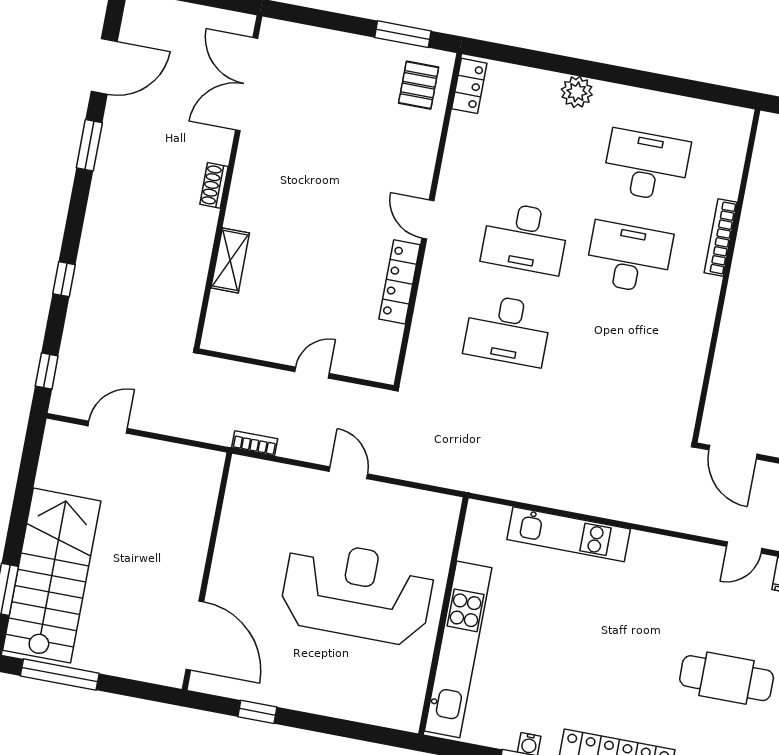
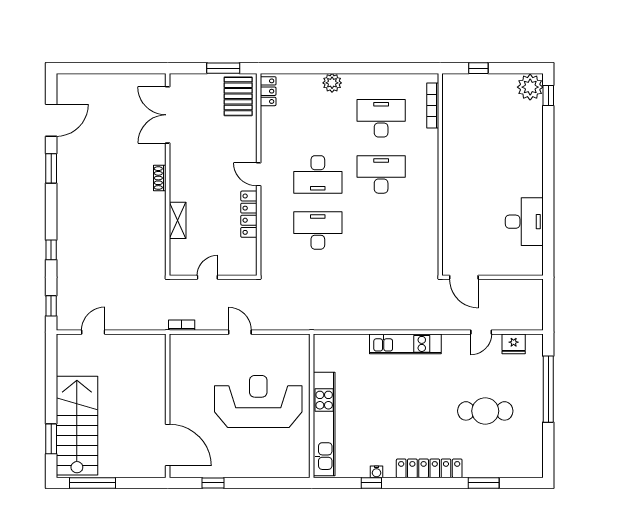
double door: (247, 84) -> (168, 115), moved
pallet: (419, 85) -> (238, 96), width x1.50, depth x1.42
wall: (228, 182) -> (168, 174), moved
shoe rack: (214, 185) -> (160, 178), moved
bookcase: (721, 238) -> (433, 105), moved
shelving: (230, 260) -> (178, 220), moved
desk: (508, 330) -> (318, 231), turned 180
kitchen unit: (569, 534) -> (405, 344), moved

